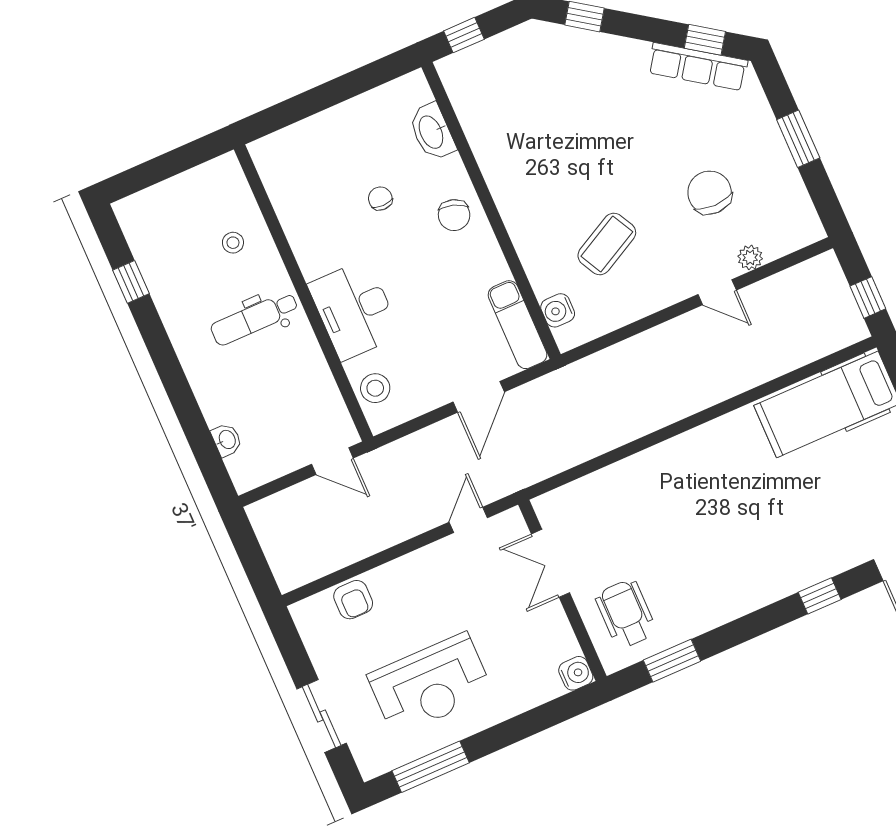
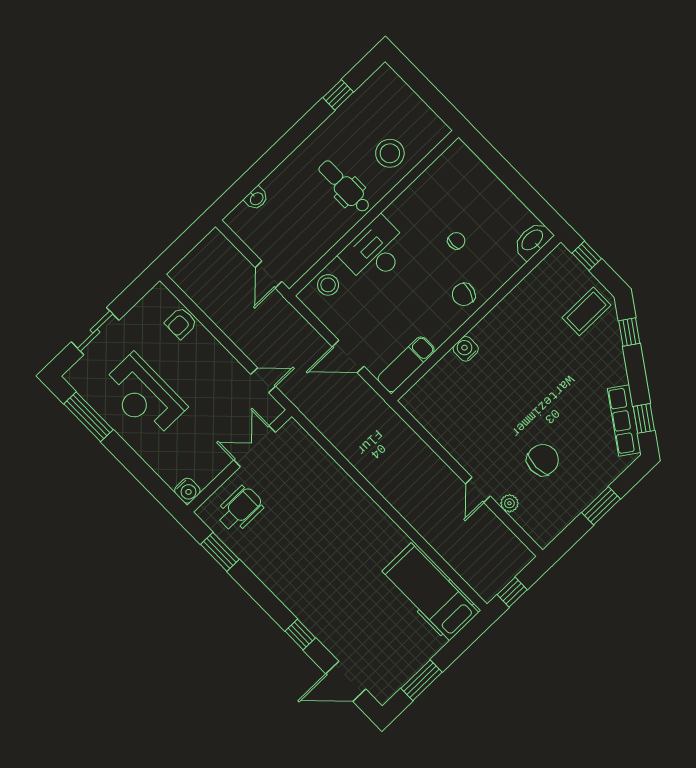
washbasin: (432, 132) -> (533, 240), moved
stool: (233, 243) -> (390, 153), width x1.89, depth x1.89
coffee table: (607, 244) -> (586, 311), moved, turned -62
water cooler: (558, 310) -> (466, 349), moved

